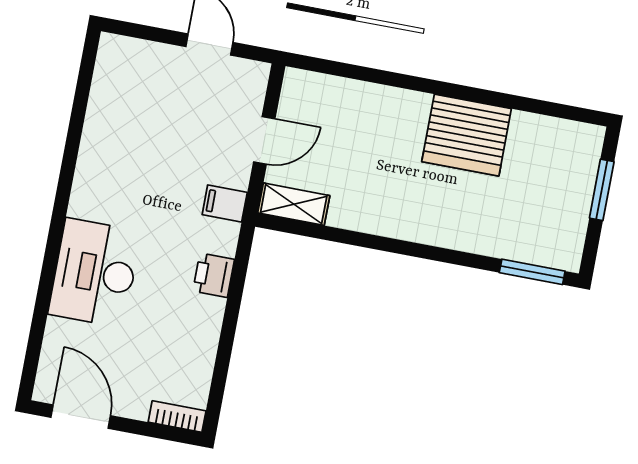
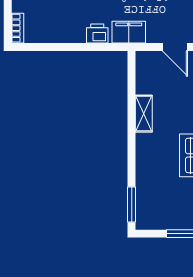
filing cabinet: (225, 203) -> (129, 32), width x2.00
shelving: (294, 204) -> (144, 114), moved

